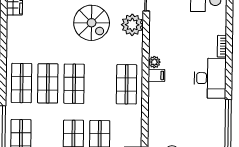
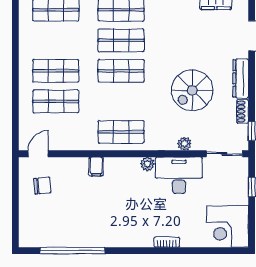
plant: (132, 25) -> (184, 144), width x0.53, depth x0.53
filing cabinet: (156, 75) -> (96, 167), moved
desk: (210, 78) -> (179, 175), moved, turned 180

